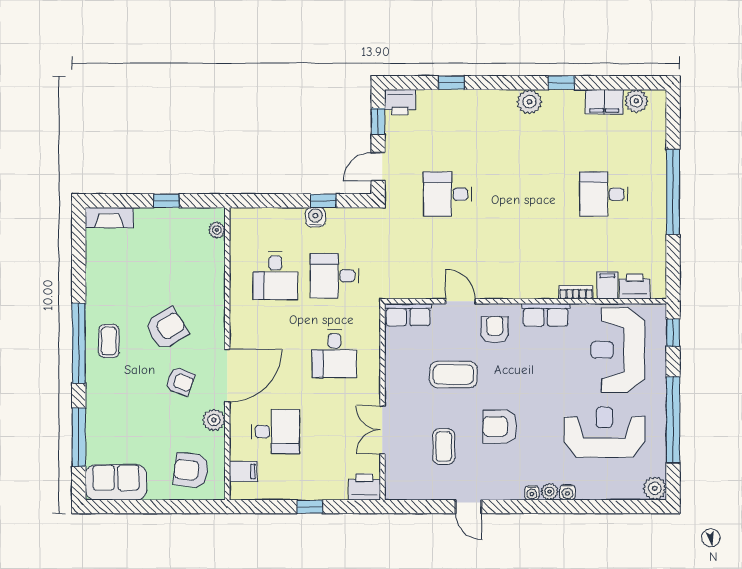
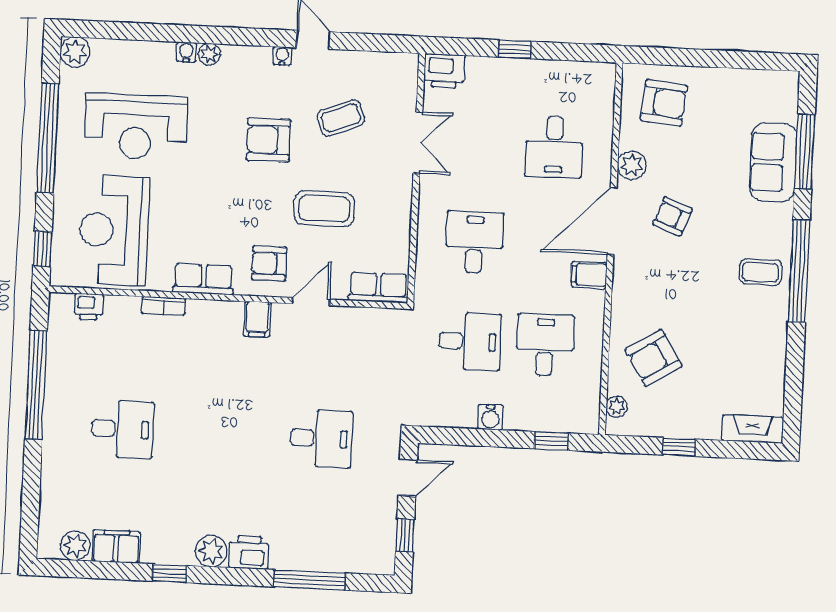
window: (451, 83) -> (310, 580), width x2.17
printer: (400, 102) -> (249, 552), moved
window: (673, 192) -> (36, 384), moved
window: (323, 201) -> (551, 441), moved
filing cabinet: (607, 285) -> (257, 319), moved
printer: (635, 286) -> (89, 307), width x0.73, depth x0.81
door: (461, 301) -> (311, 301), swing flipped
armchair: (167, 329) -> (654, 358), moved
armchair: (495, 330) -> (269, 263), turned 90
coffee table: (109, 341) -> (761, 272), turned 90
reception desk: (618, 350) -> (114, 230), turned 180
armchair: (500, 427) -> (268, 140), turned 180
desk: (275, 432) -> (554, 147), turned -90
coffee table: (444, 446) -> (341, 118), turned 69
filing cabinet: (243, 471) -> (589, 275), moved
sofa: (116, 482) -> (773, 162), moved, turned 90
water cooler: (532, 493) -> (282, 56), moved

